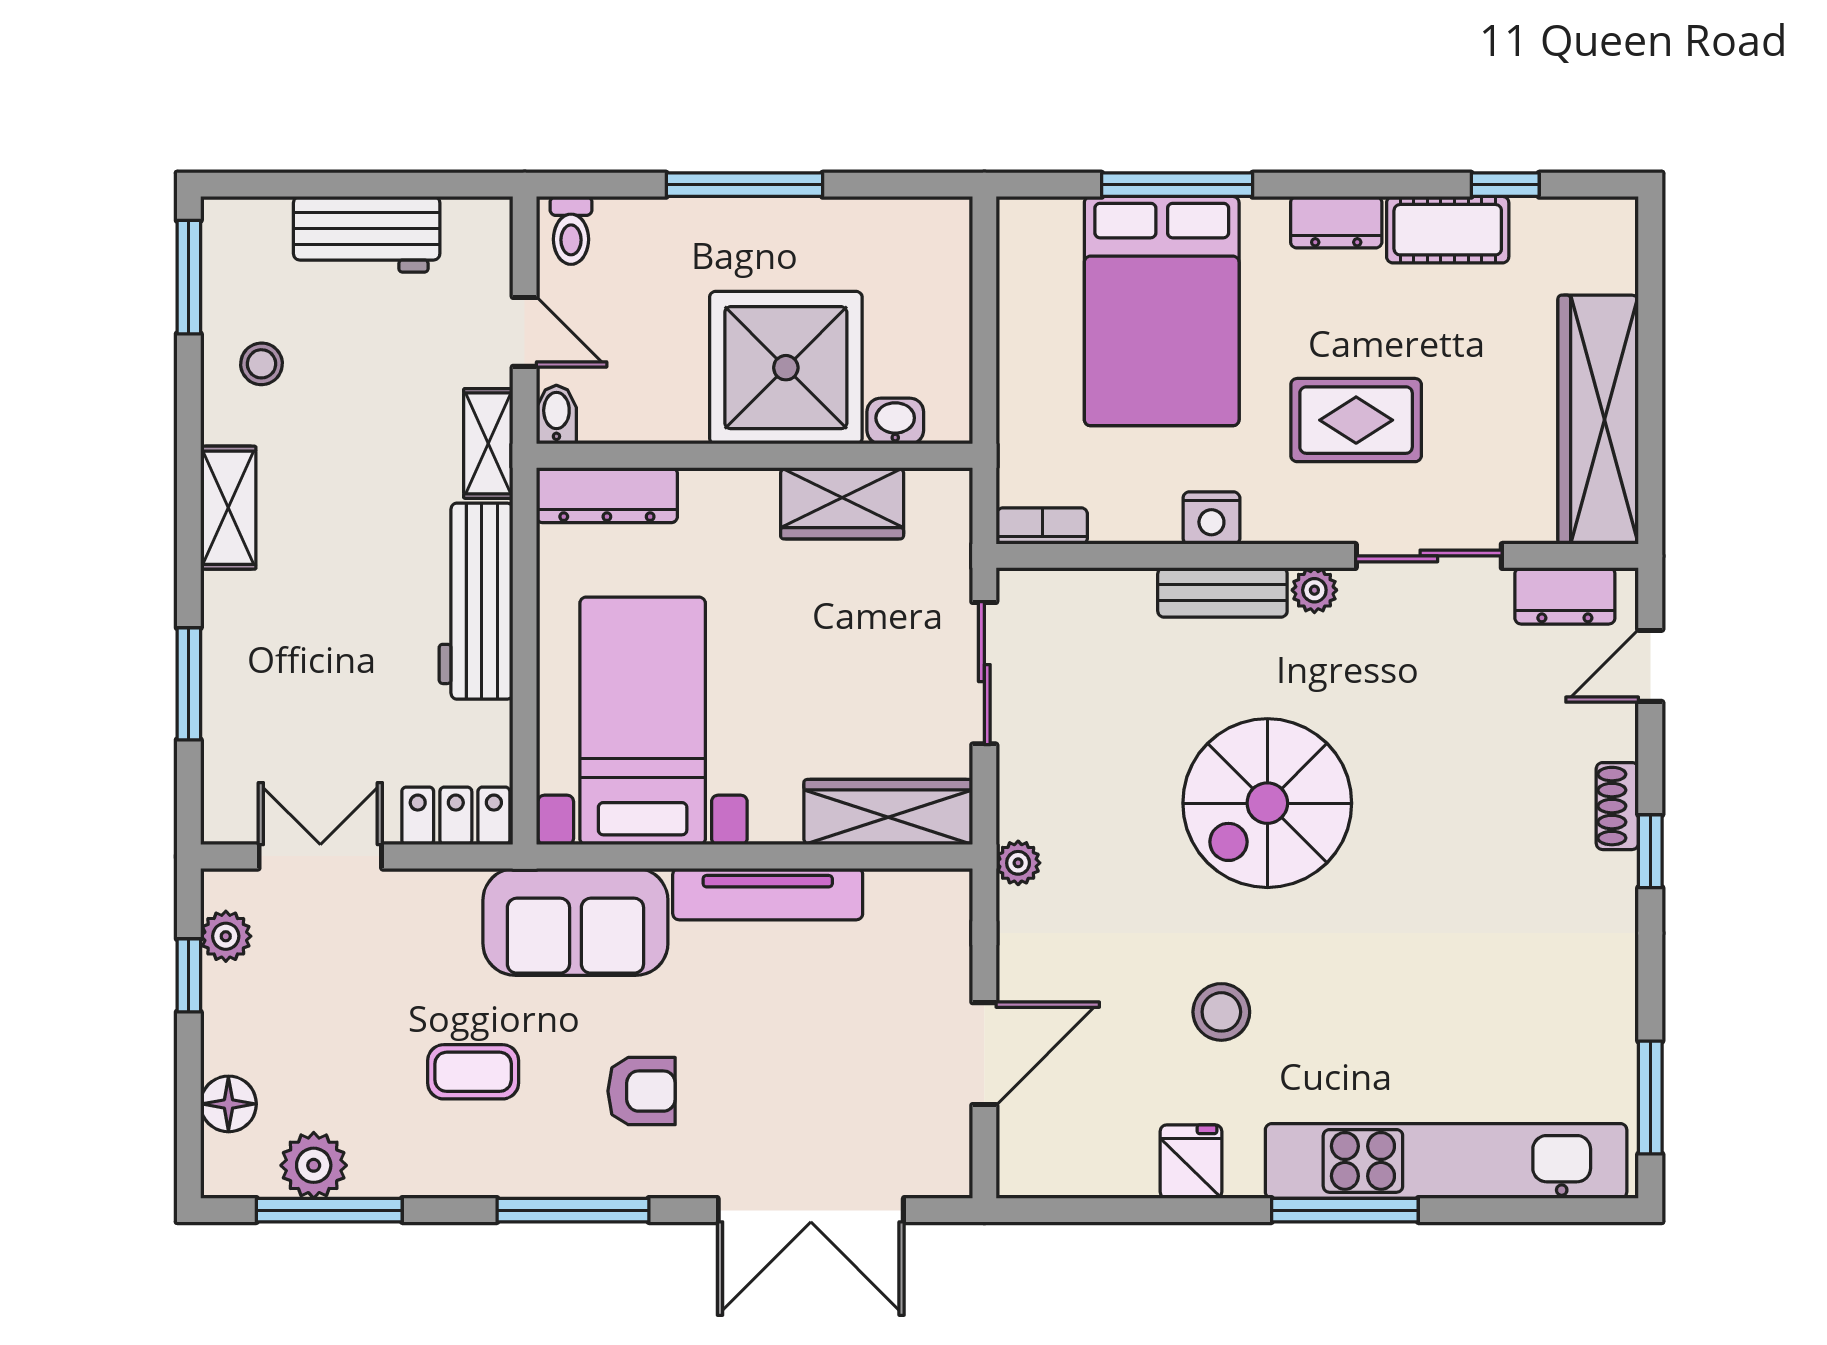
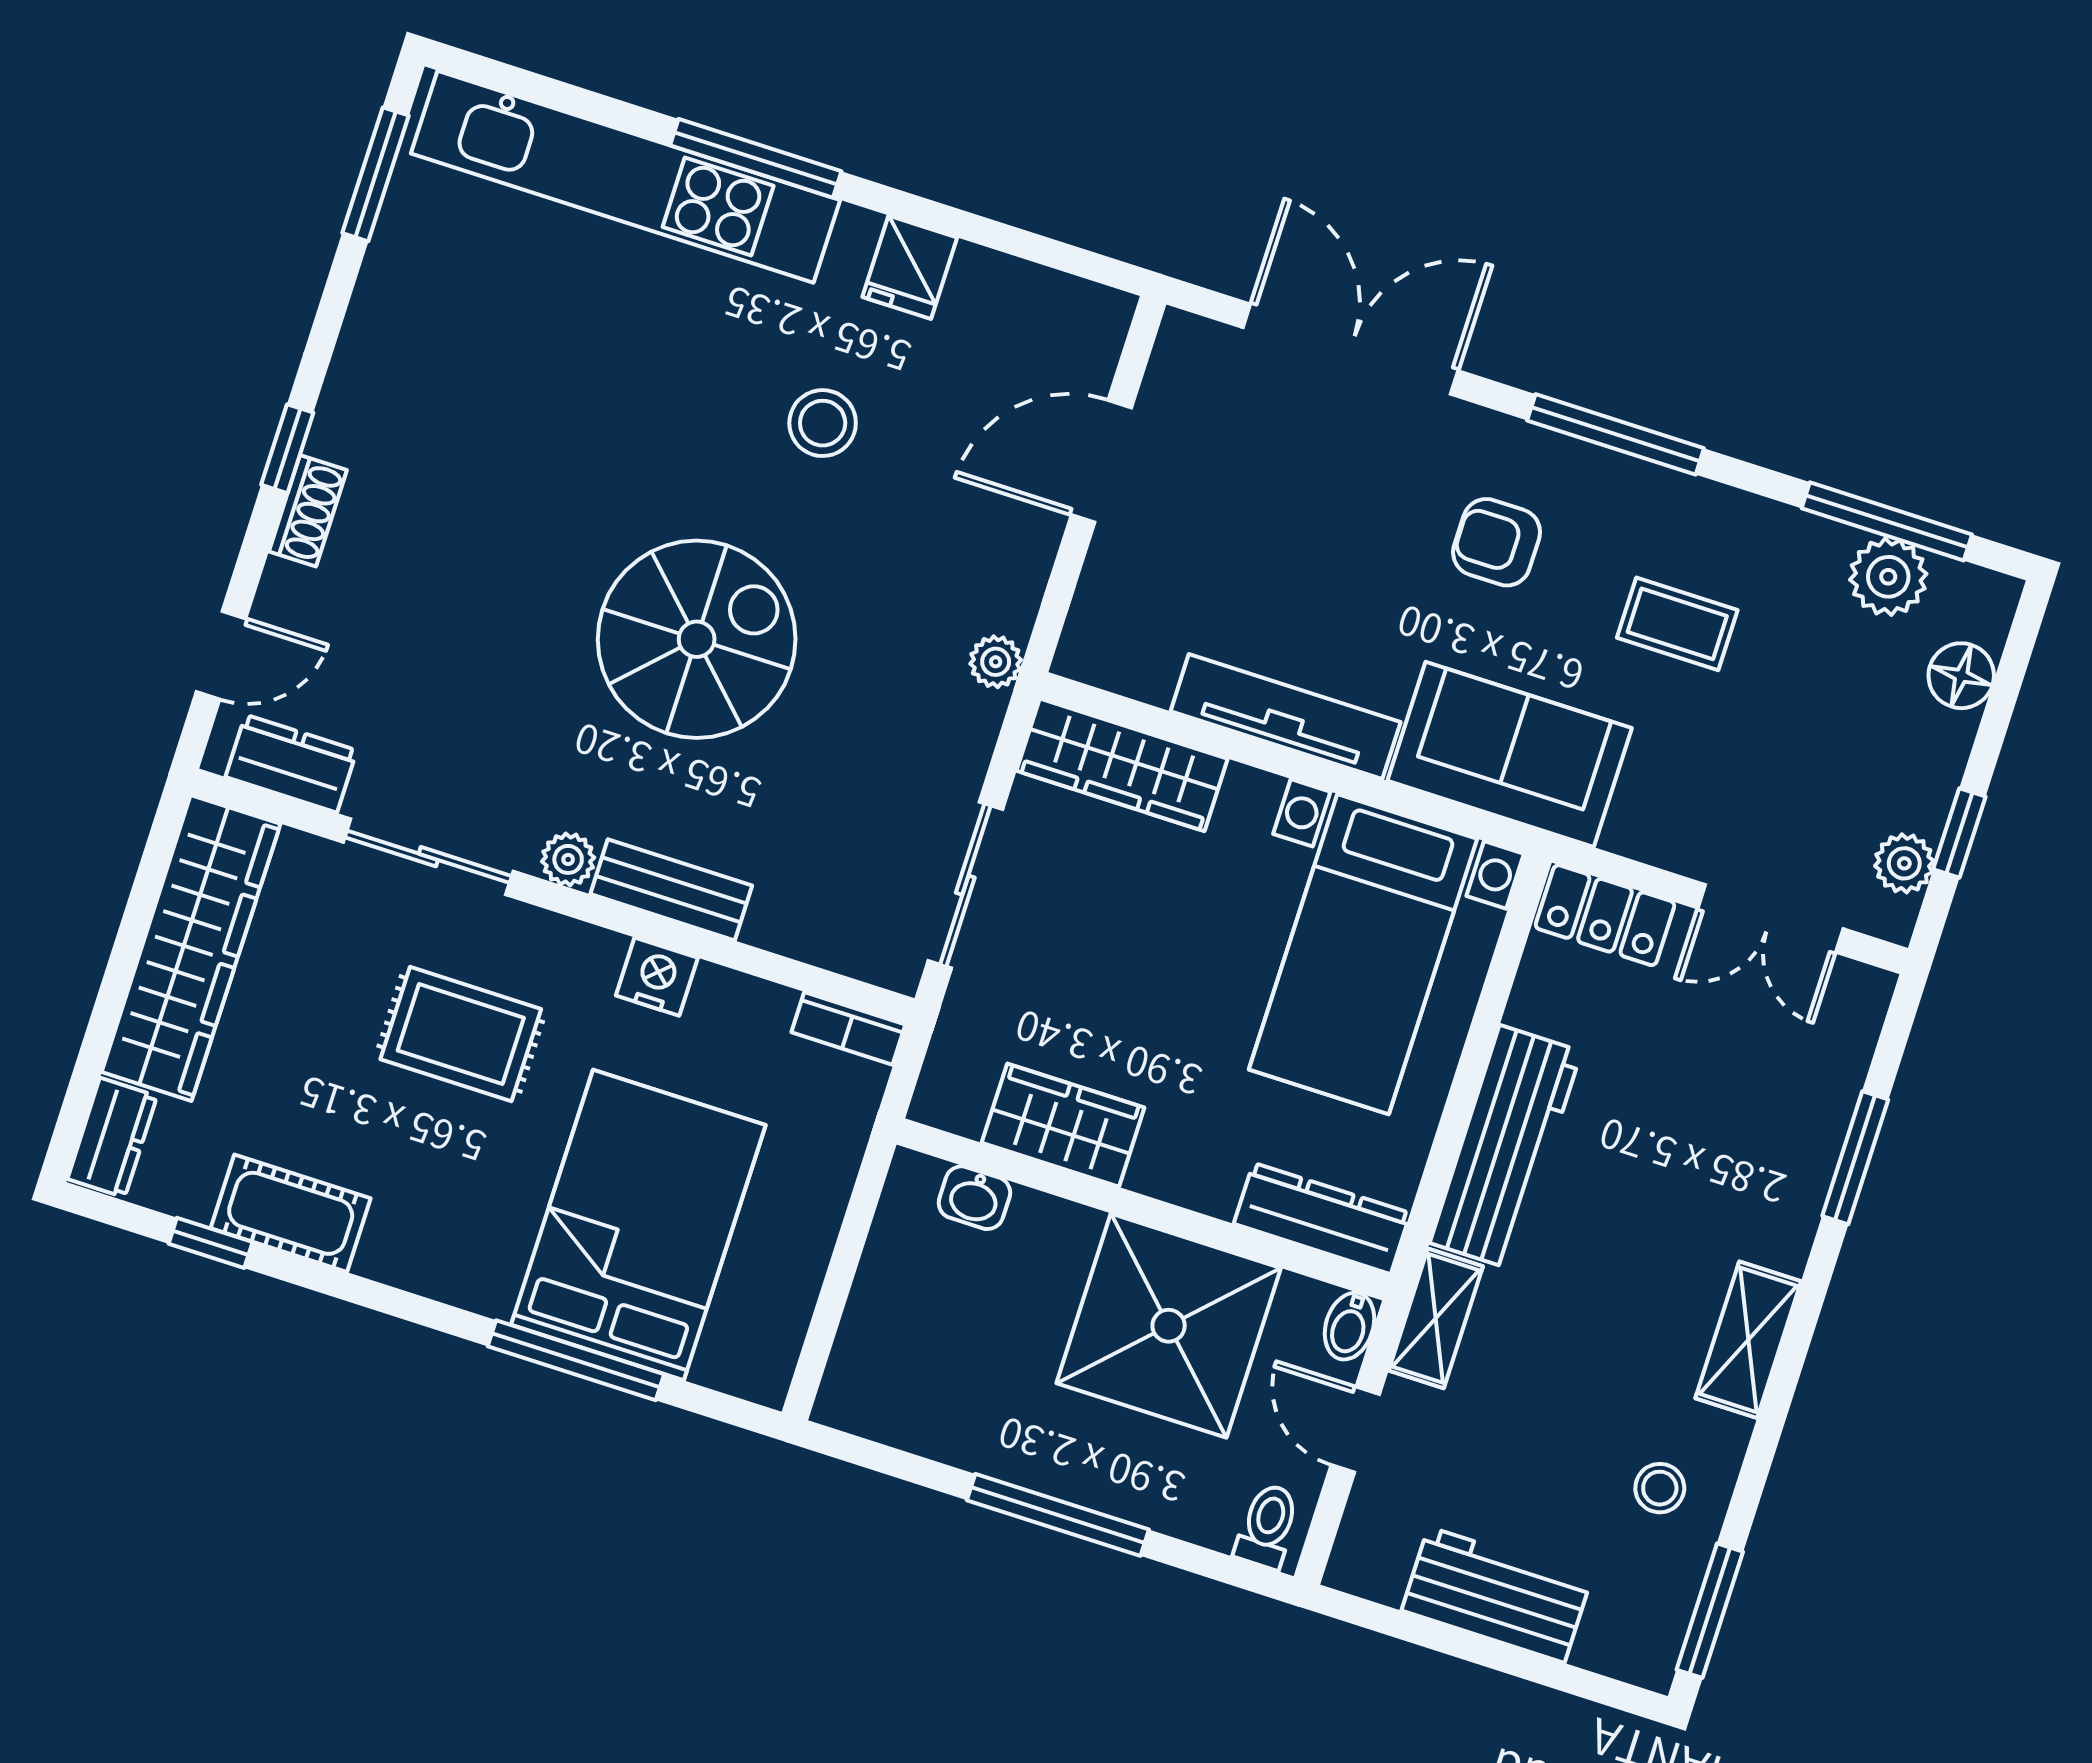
dresser: (1336, 222) -> (112, 1138), moved, turned 90
shower: (786, 368) -> (1169, 1326), moved

